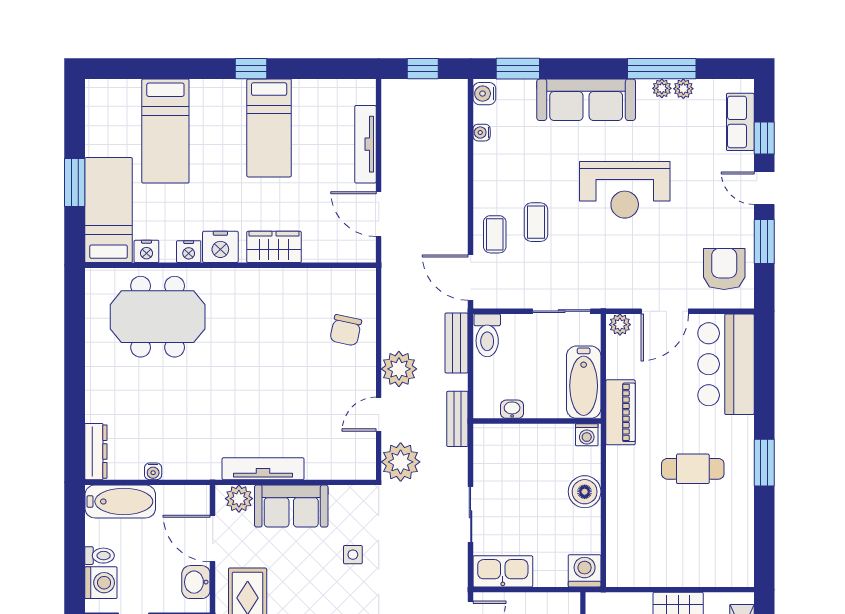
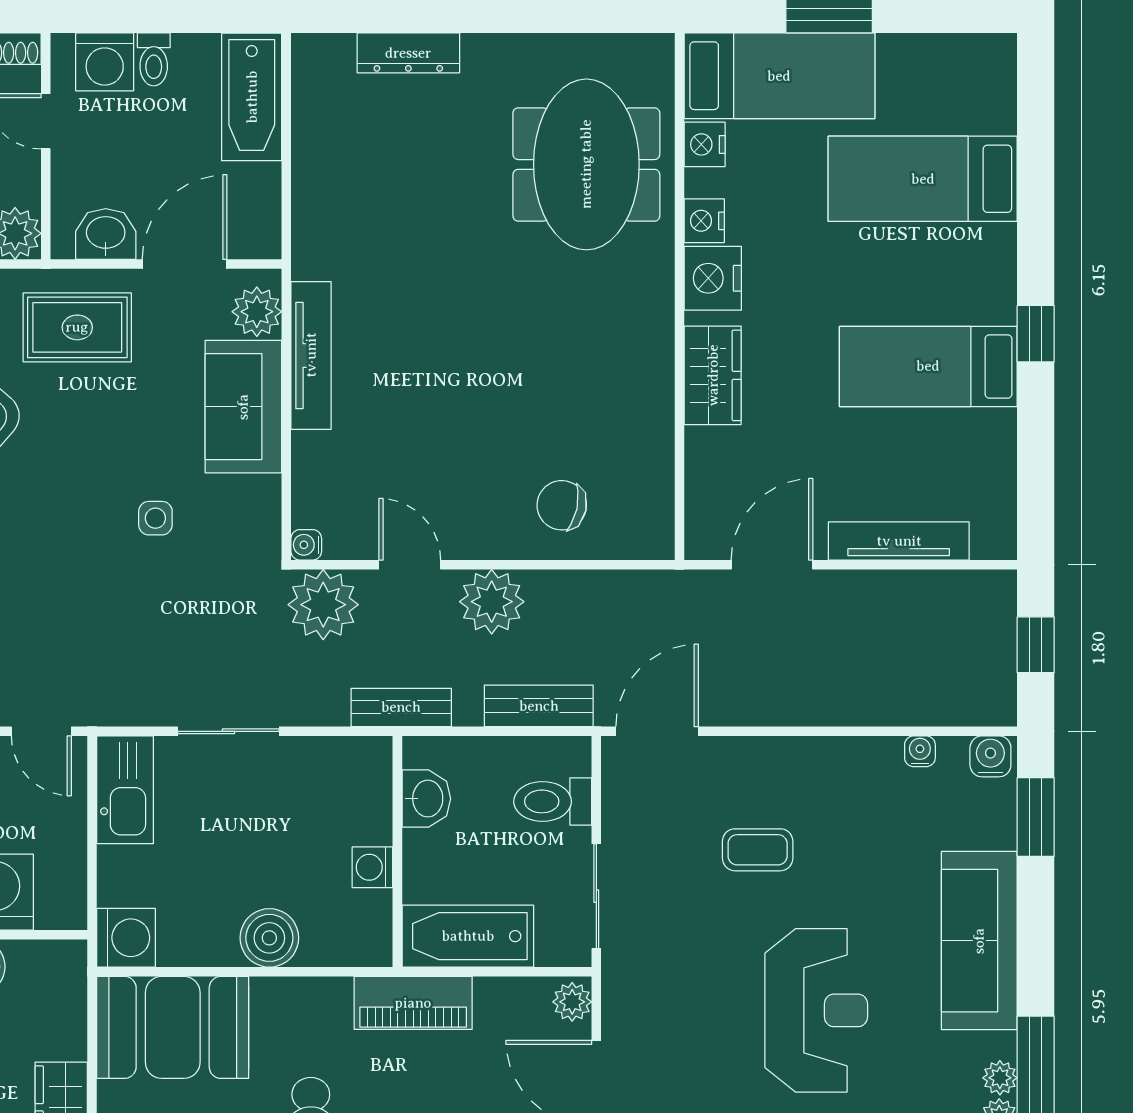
reception desk: (625, 190) -> (816, 1010), turned 180
coffee table: (495, 234) -> (736, 775), removed
toilet: (487, 335) -> (553, 801), moved
washbasin: (512, 409) -> (426, 799), width x1.38, depth x1.45
washing machine: (587, 435) -> (372, 867), moved
dresser: (96, 452) -> (408, 53), moved
water cooler: (153, 471) -> (306, 545), moved
booth: (634, 545) -> (173, 1027), added

